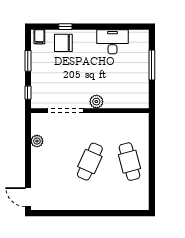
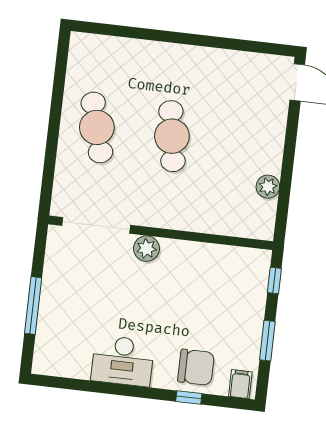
desk: (113, 42) -> (123, 361), moved
doorway: (65, 111) -> (96, 225), moved
cafe table: (90, 162) -> (172, 136), turned -33

